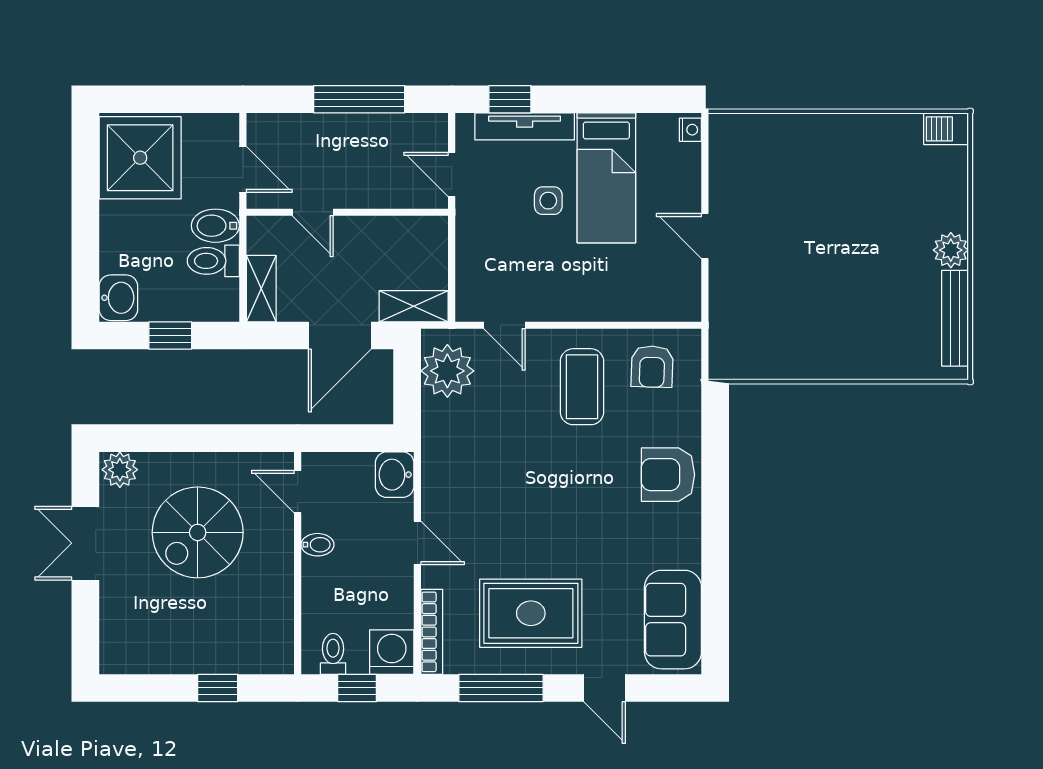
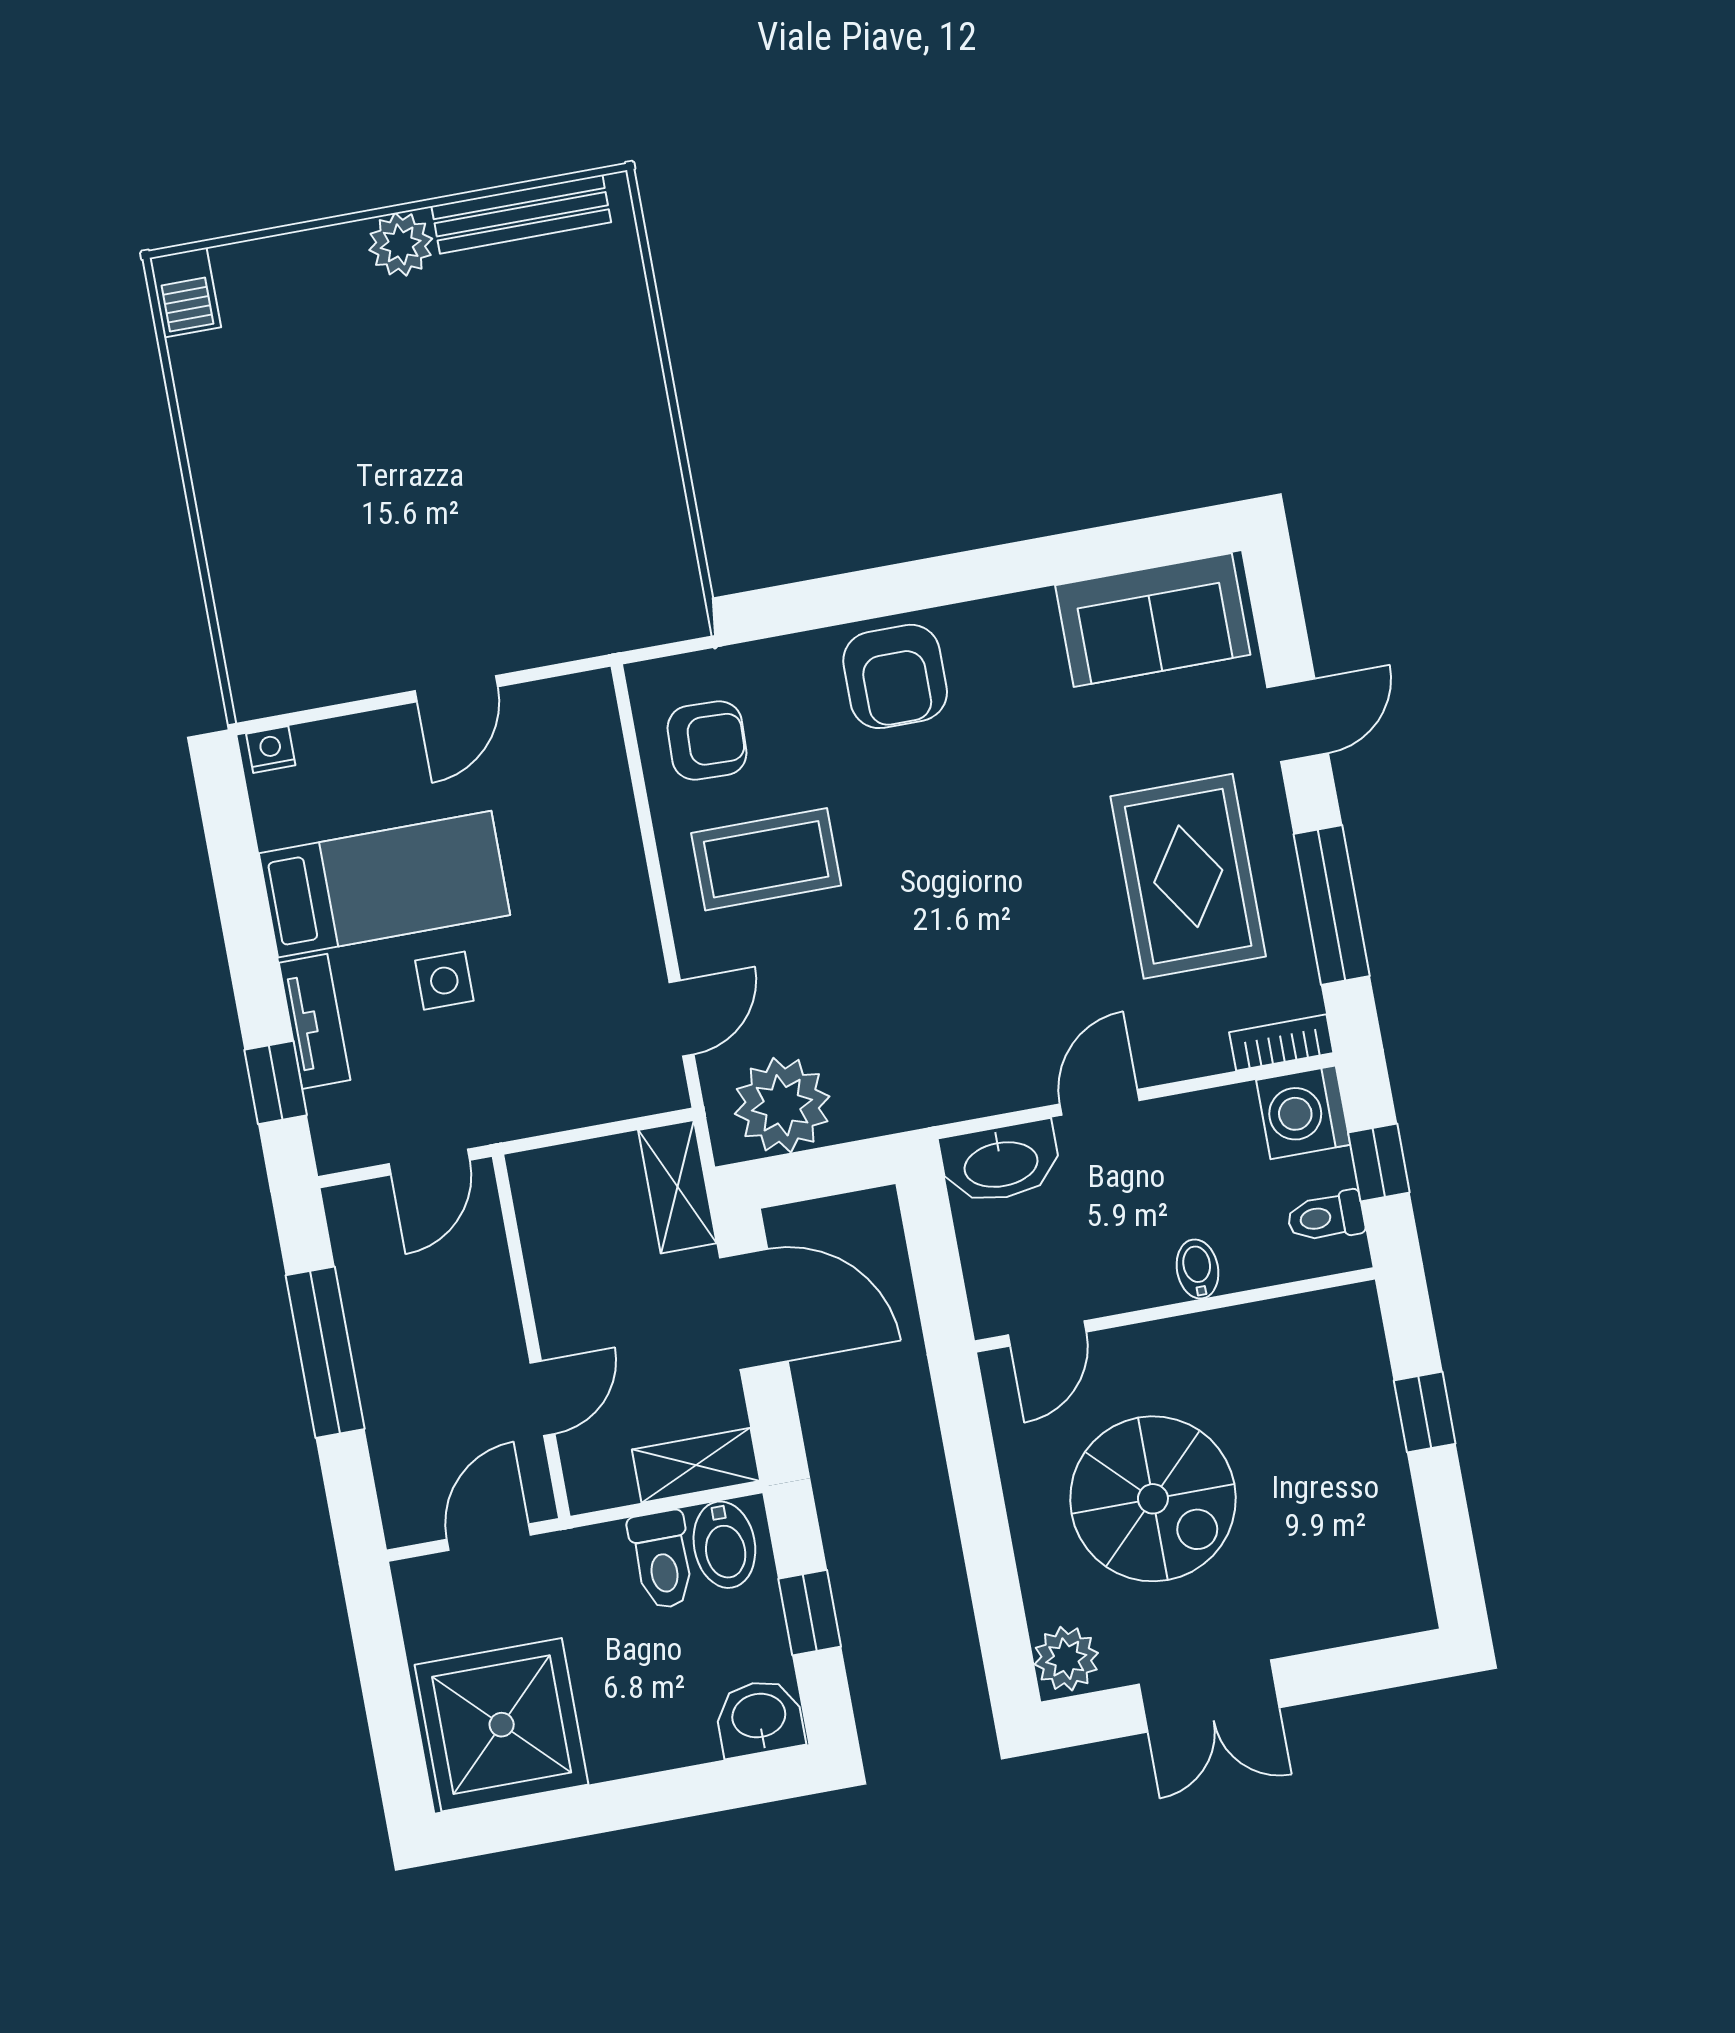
tv unit: (525, 126) -> (315, 1021), width x0.71
bidet: (215, 226) -> (724, 1545), moved
washbasin: (395, 475) -> (1001, 1162), width x1.38
bidet: (318, 545) -> (1197, 1269), moved
bookcase: (432, 632) -> (1281, 1043), width x0.64

